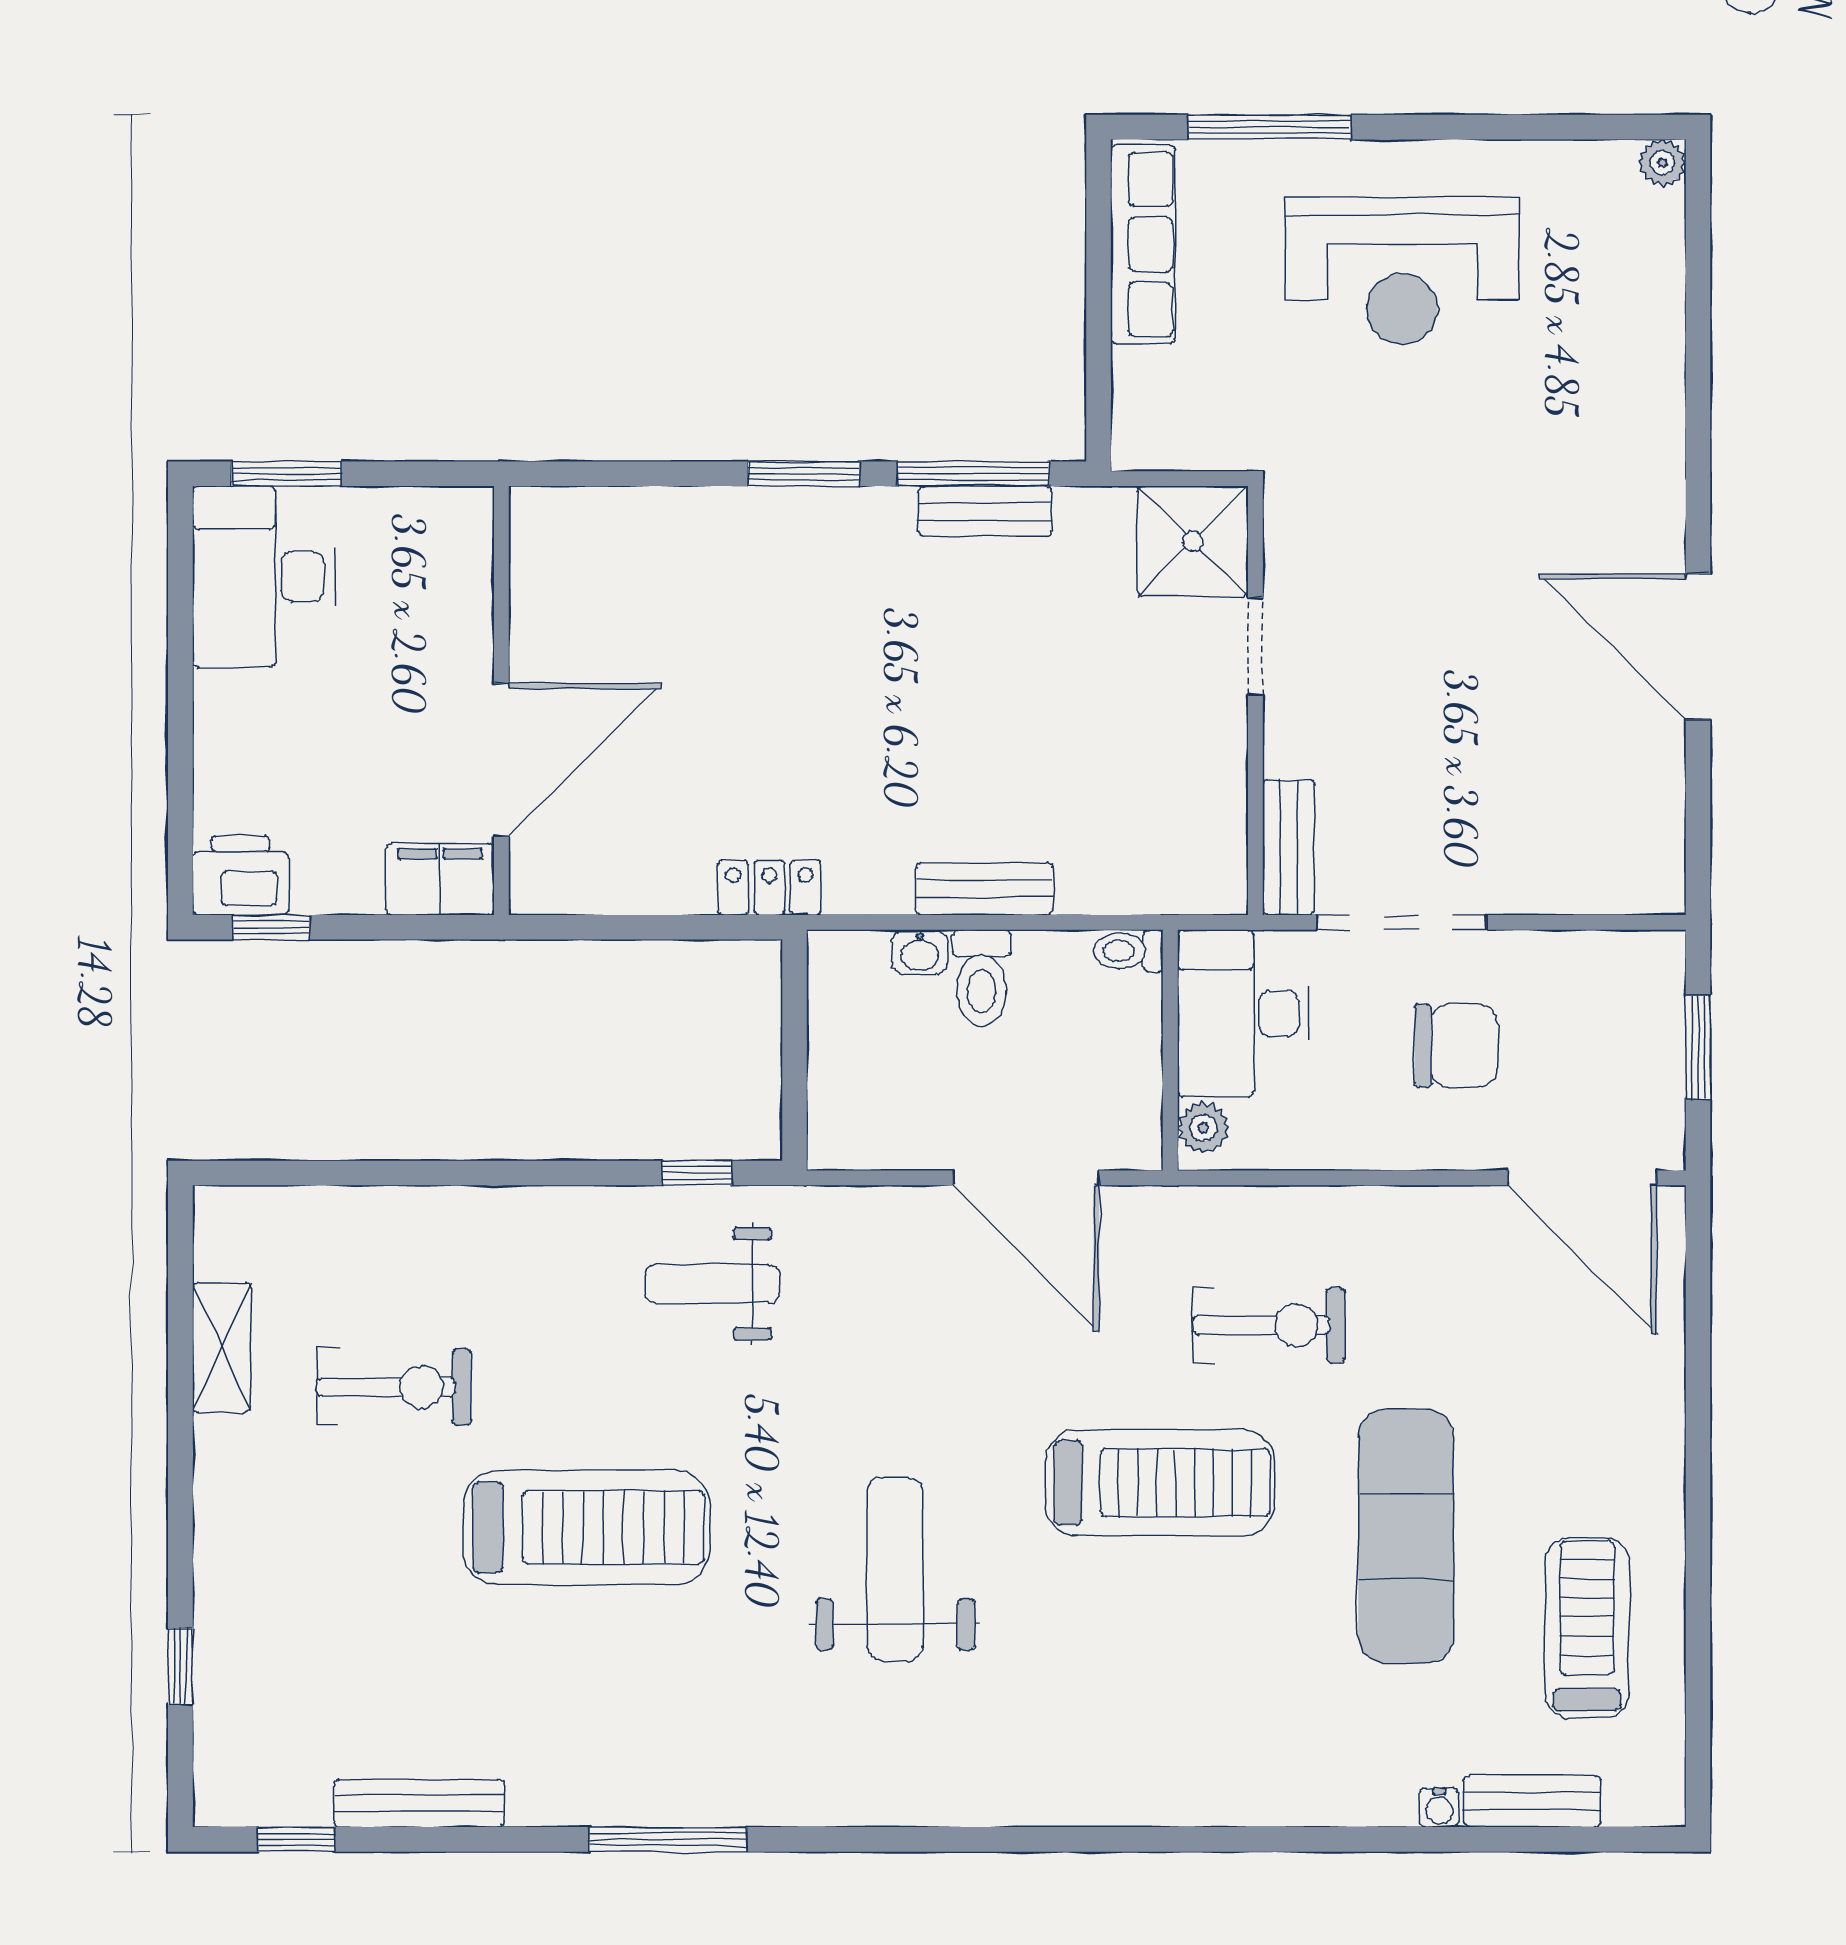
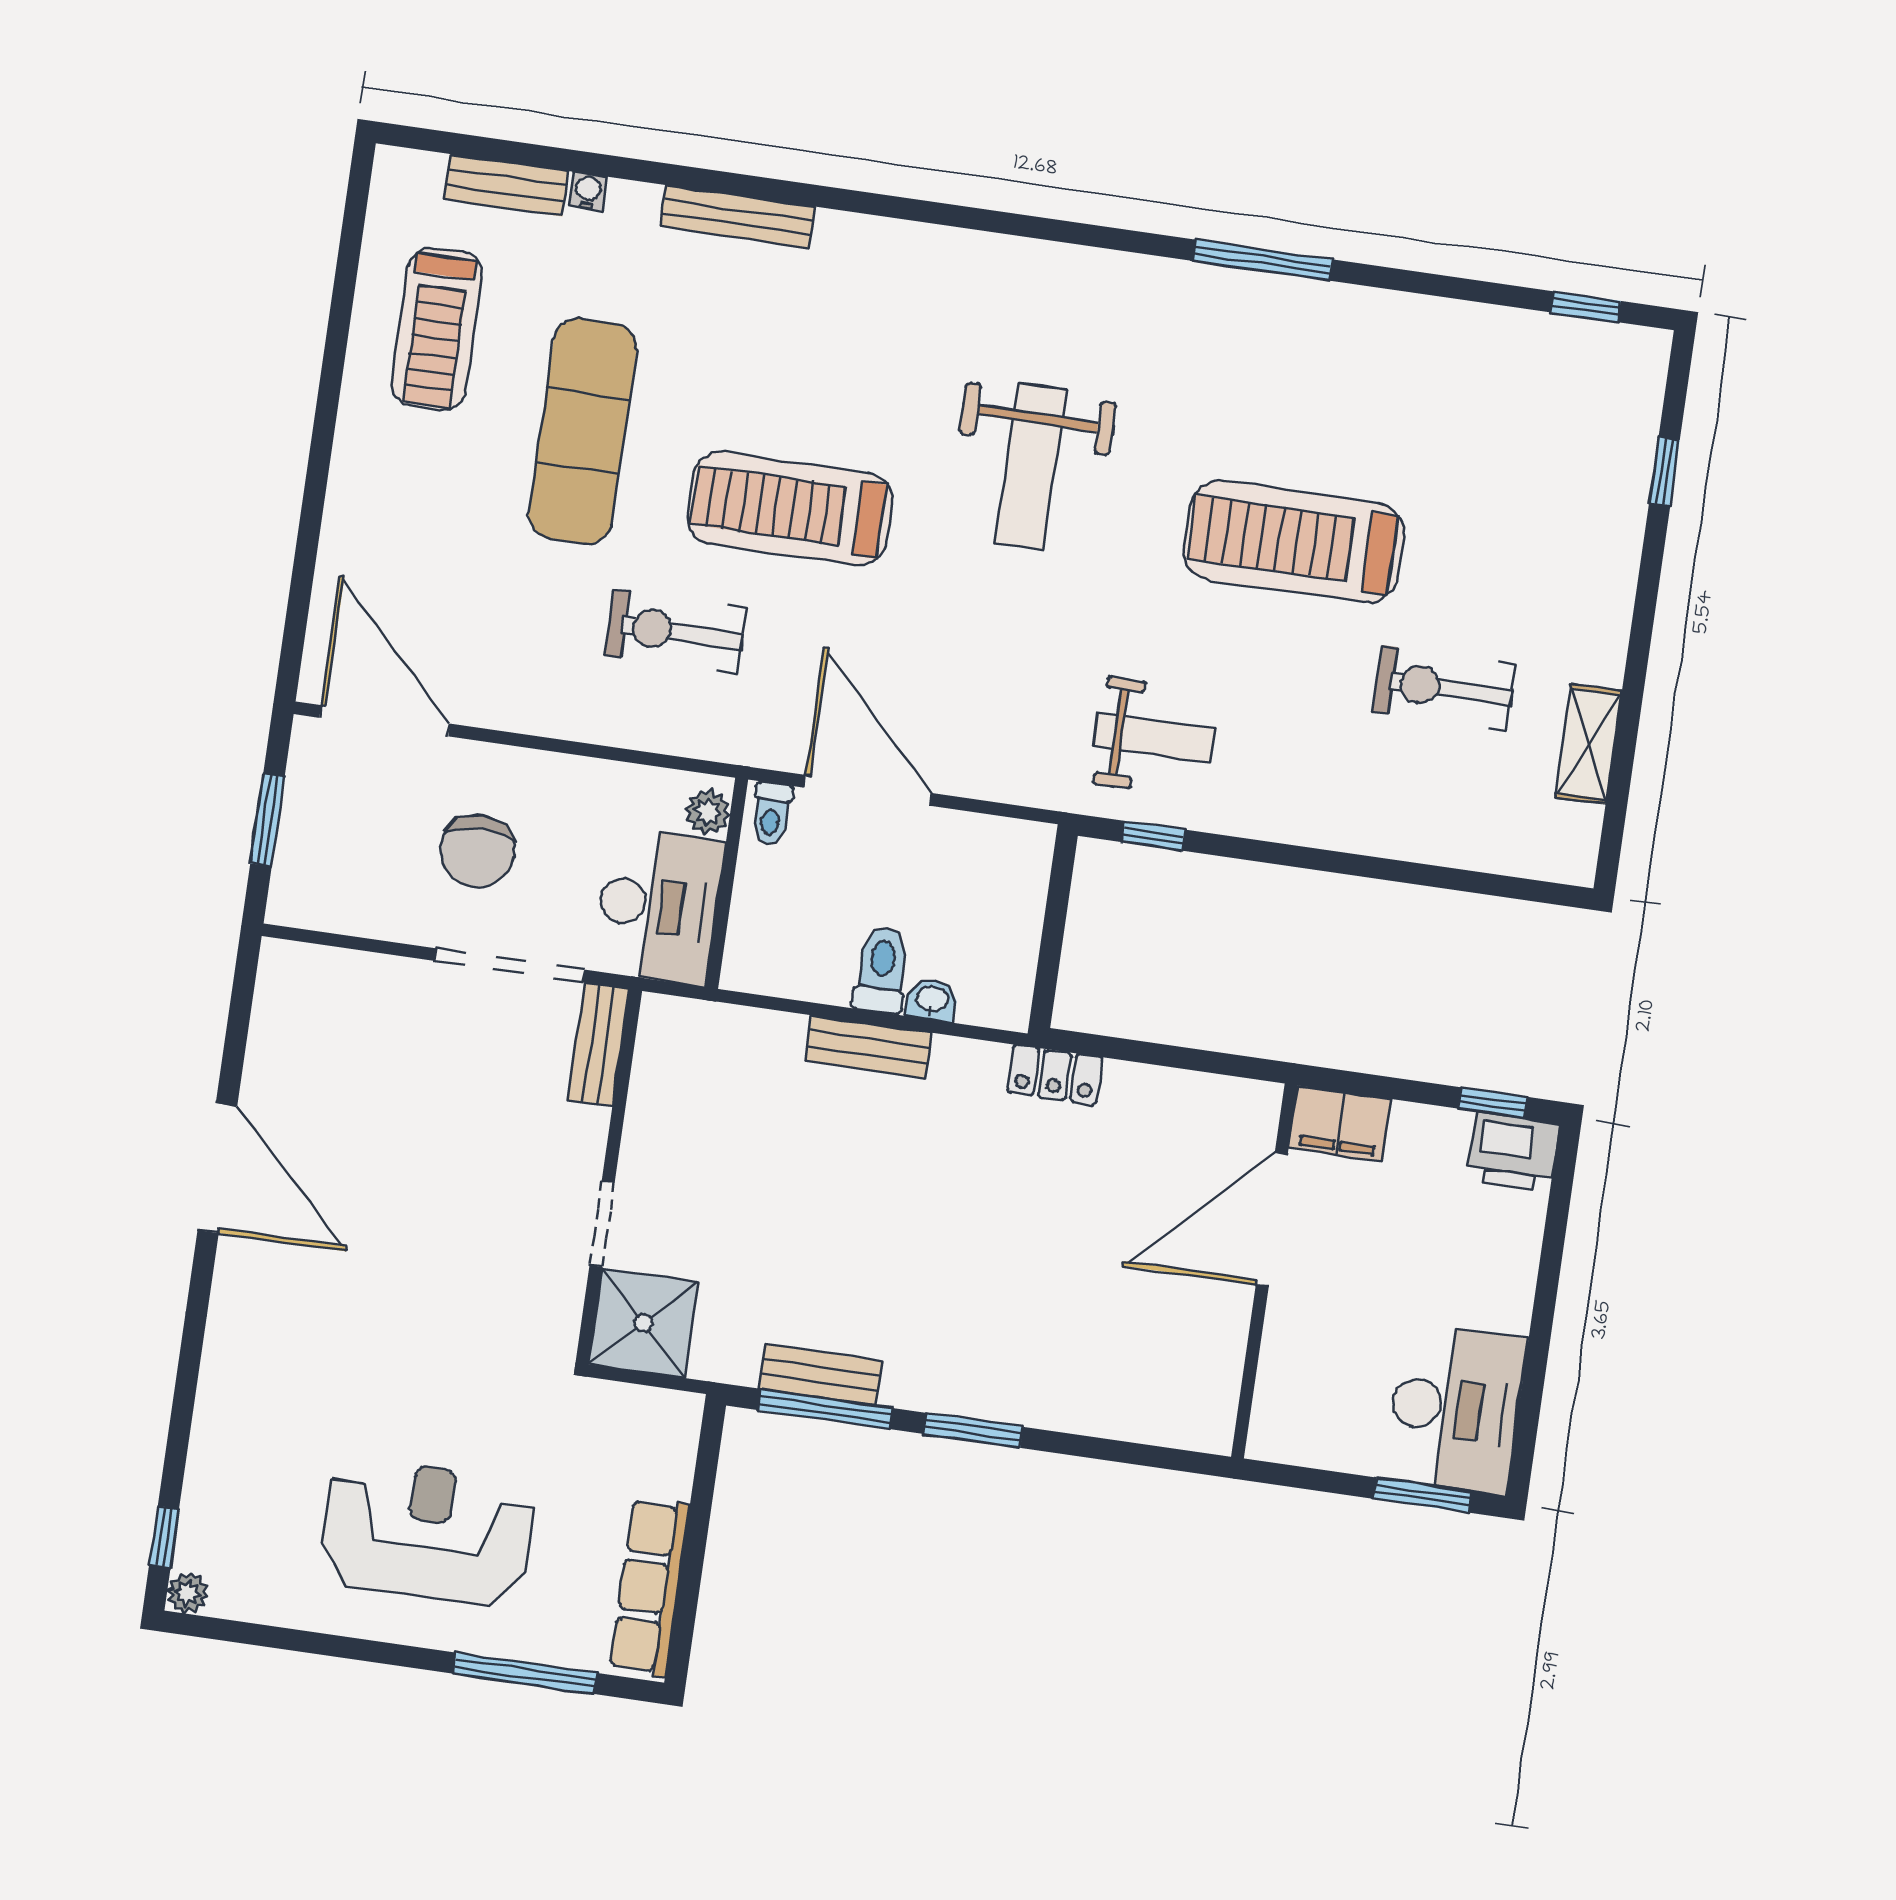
window: (1698, 222) -> (164, 1537), added
toilet: (1128, 951) -> (771, 814), moved, turned 90
chair: (1456, 1046) -> (478, 851), turned -90
bench: (419, 1803) -> (738, 217), moved

